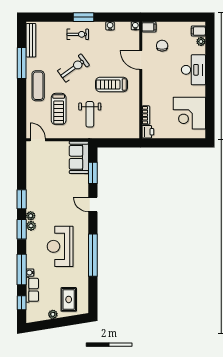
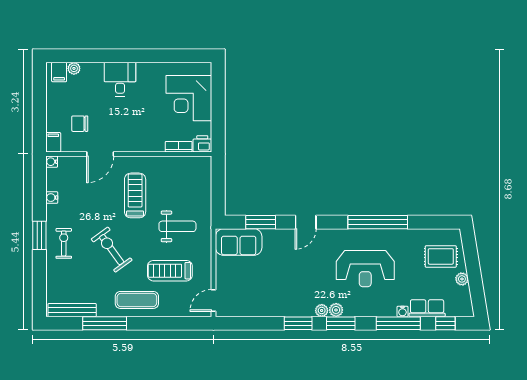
desk: (193, 70) -> (120, 79), width x0.73
treadmill: (112, 84) -> (135, 195), turned 180
treadmill: (59, 109) -> (170, 271), turned 180
corner desk: (189, 113) -> (189, 98), moved, turned 90

